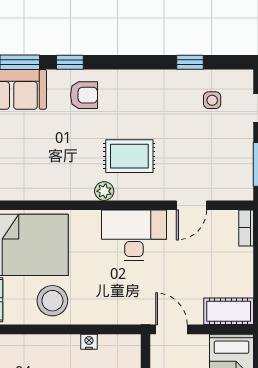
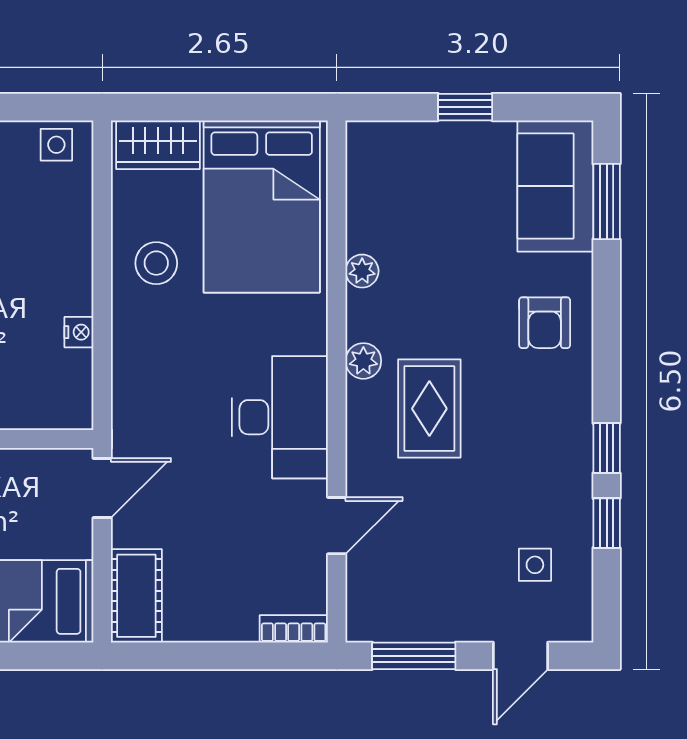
window: (70, 62) -> (607, 448), moved
plant: (57, 192) -> (362, 271), added
door: (191, 205) -> (337, 526), swing flipped
stool: (52, 301) -> (156, 263), width x0.73, depth x0.73

